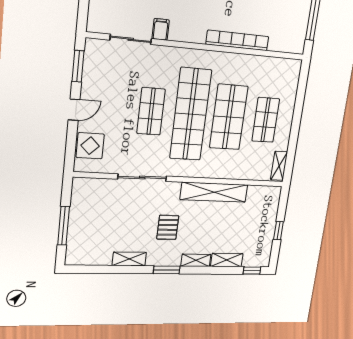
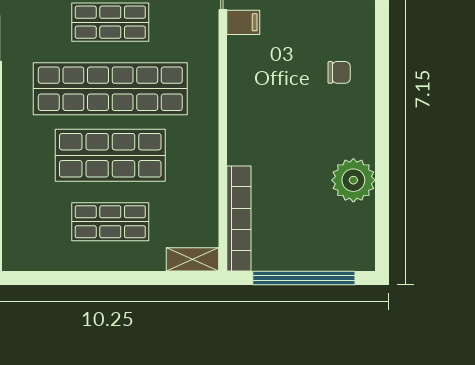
bookcase: (238, 40) -> (239, 219), moved
shelving: (279, 166) -> (193, 259), moved

